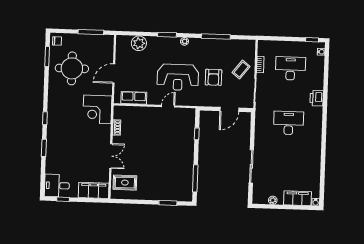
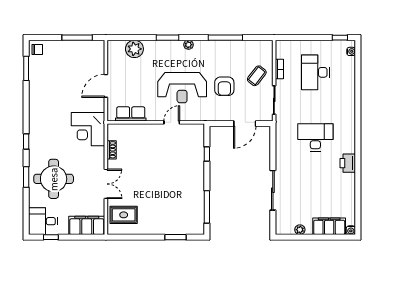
round table: (72, 68) -> (54, 179), moved
desk: (290, 68) -> (315, 72), turned -90
printer: (317, 98) -> (348, 163), moved

